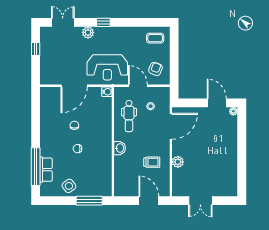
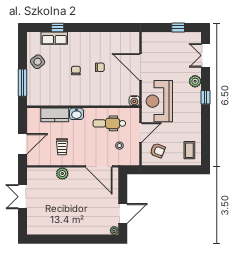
double door: (63, 22) -> (206, 55), swing flipped
window: (36, 167) -> (57, 27), width x0.32
kitchen counter: (121, 169) -> (55, 115), added

